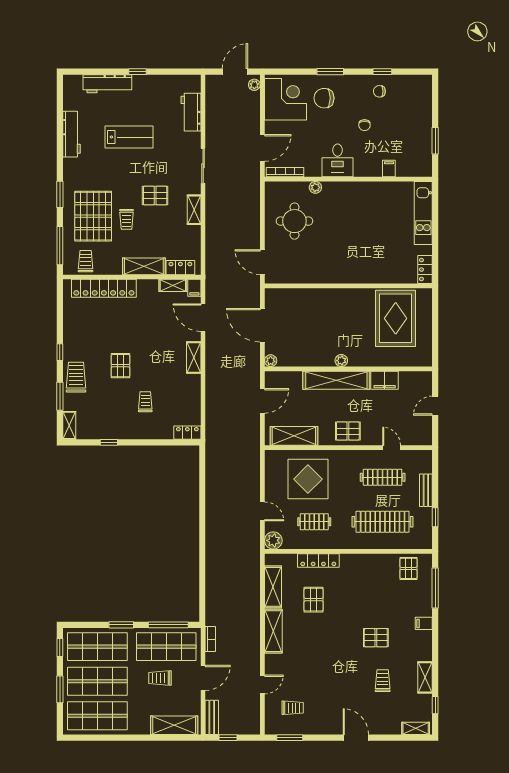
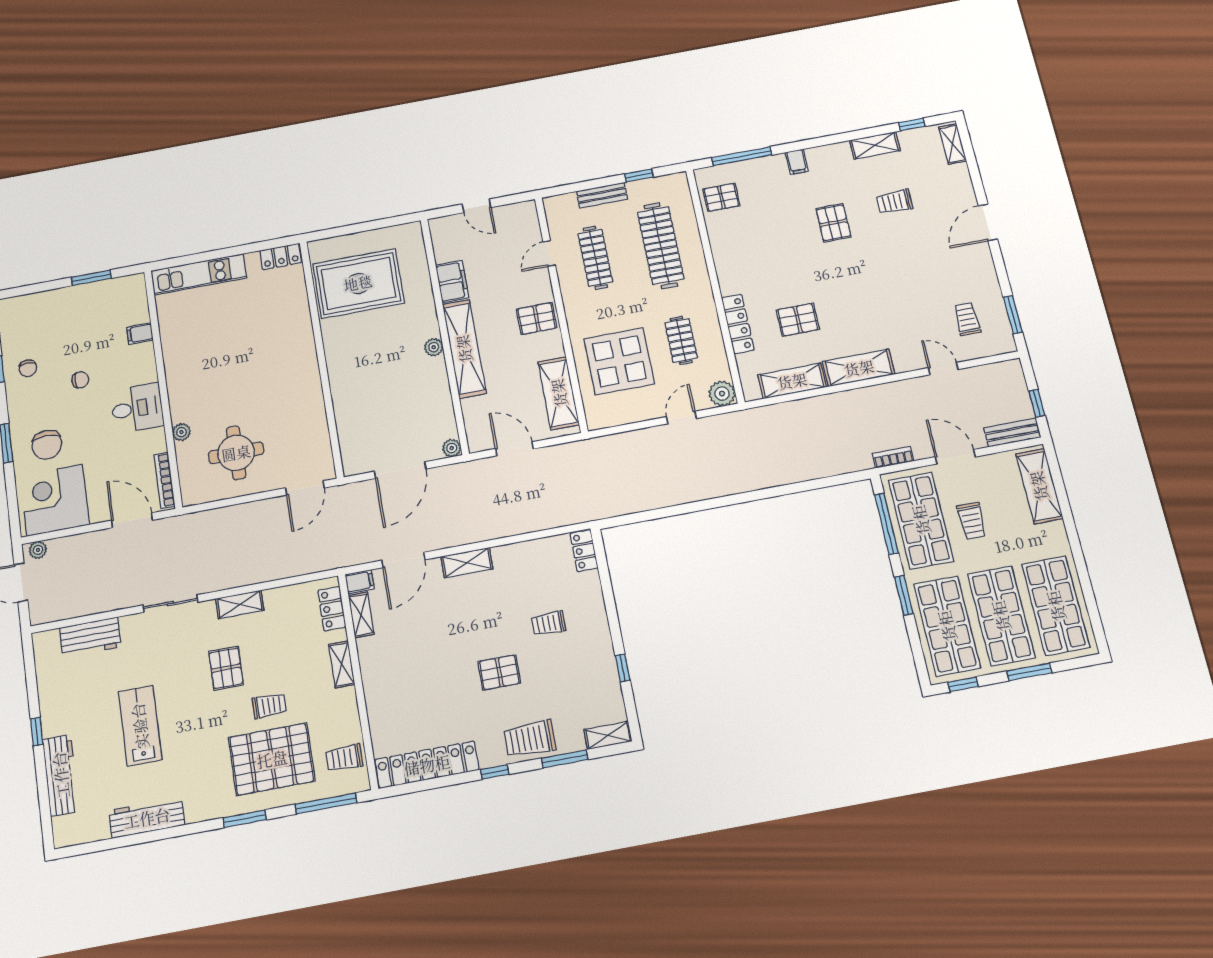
shelving: (144, 266) -> (342, 664), width x0.67, depth x0.75
locker: (104, 288) -> (427, 765), moved, turned -90
pallet: (348, 431) -> (537, 318), turned 90

